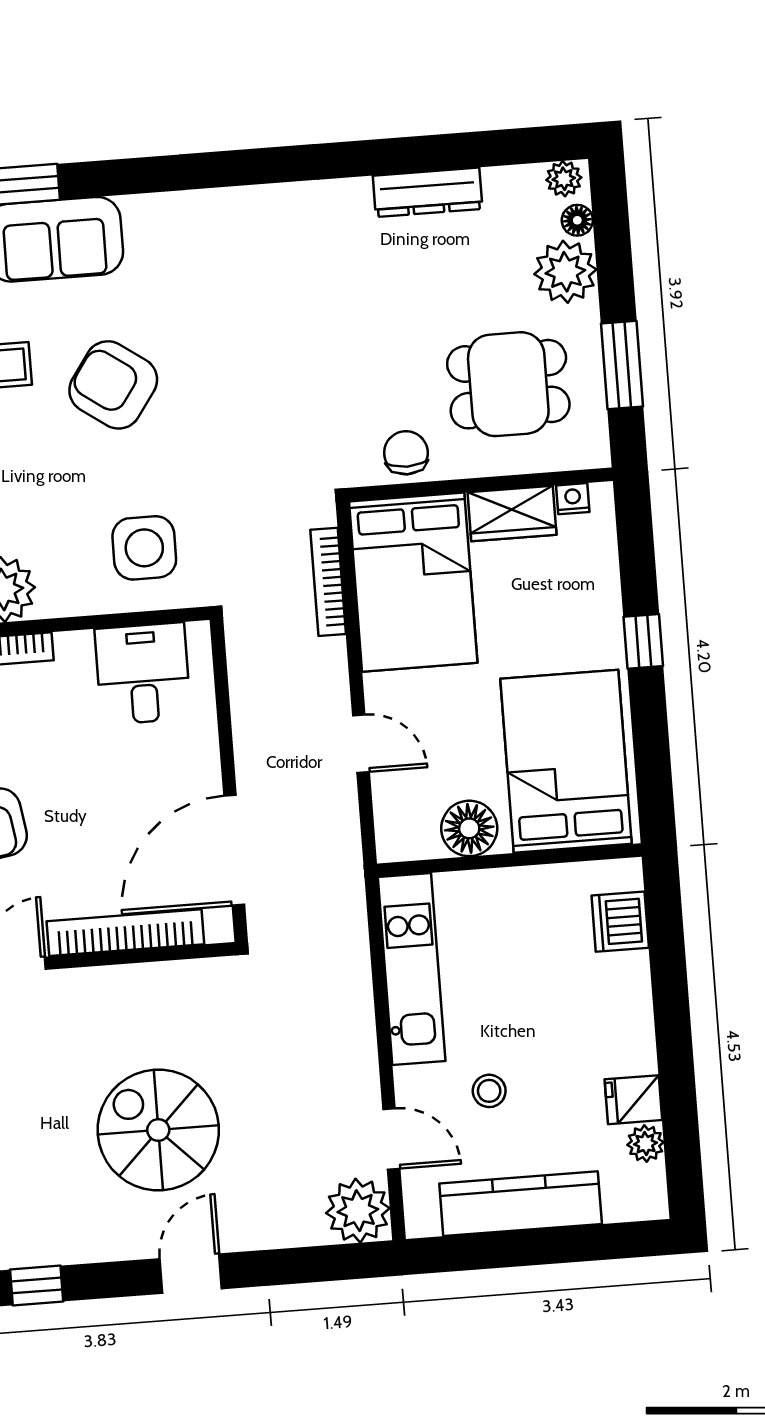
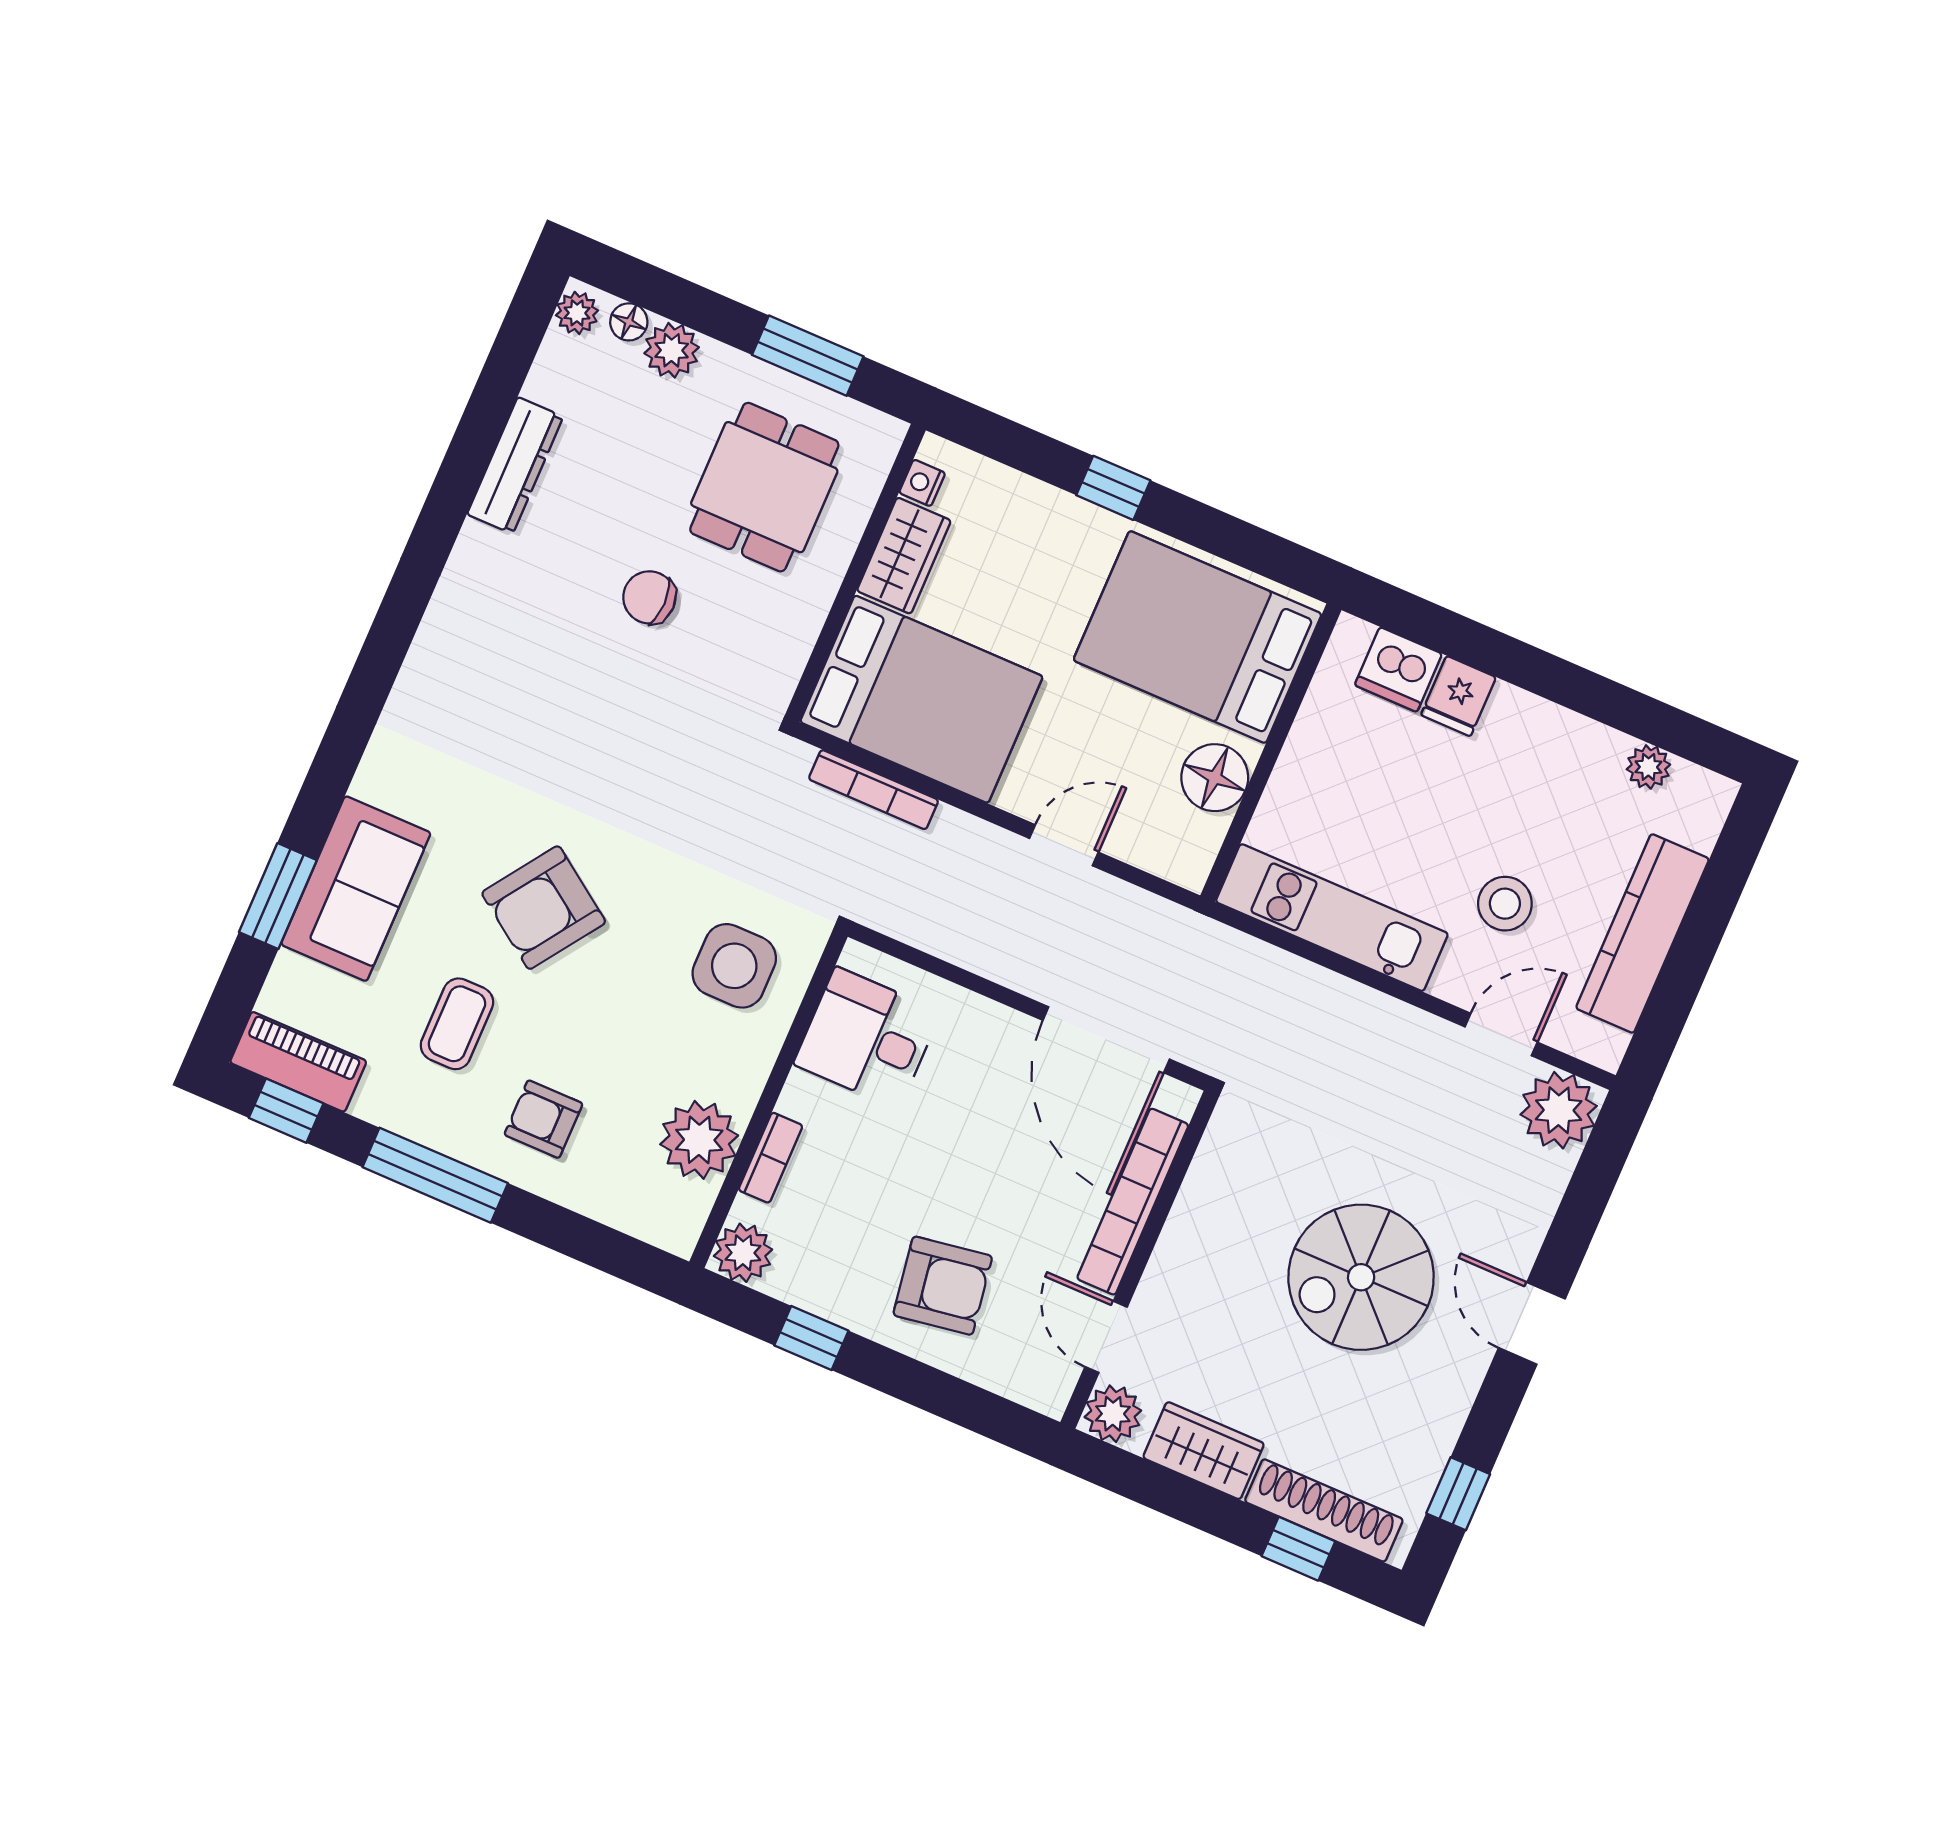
plant: (565, 272) -> (672, 350), width x0.73, depth x0.73
chair: (406, 453) -> (649, 597), moved
stool: (489, 1091) -> (1505, 904), width x1.37, depth x1.37
fridge: (633, 1100) -> (1458, 696), moved

